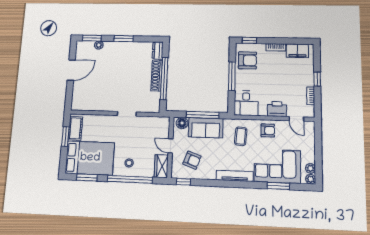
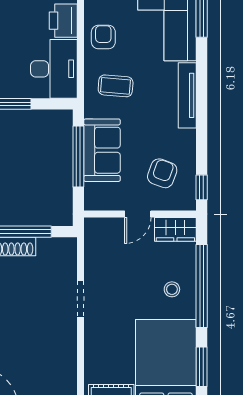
desk: (246, 103) -> (54, 69), width x1.37
floor lamp: (182, 123) -> (95, 194), removed

